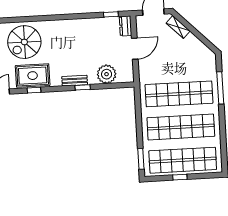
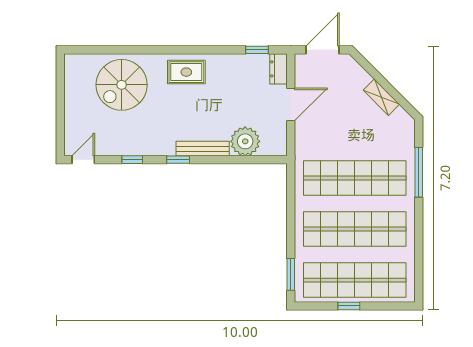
shelving: (178, 27) -> (381, 97), moved
rug: (33, 76) -> (186, 72), moved, width x0.73, depth x0.70
bench: (75, 81) -> (203, 149), width x1.36
window: (83, 87) -> (178, 160), moved

